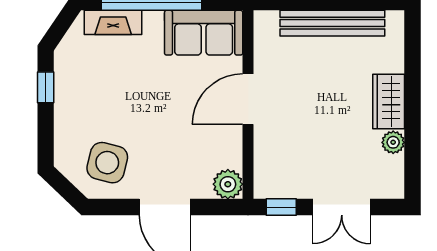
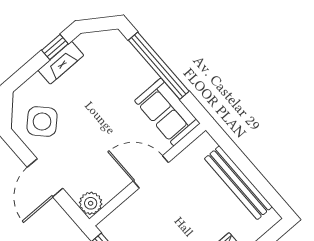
fireplace: (113, 22) -> (61, 63), moved, turned -90
side table: (107, 163) -> (42, 121), turned 32

